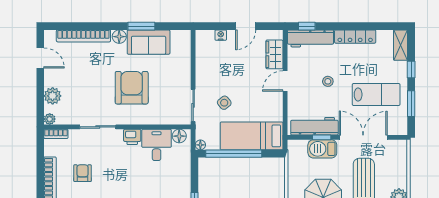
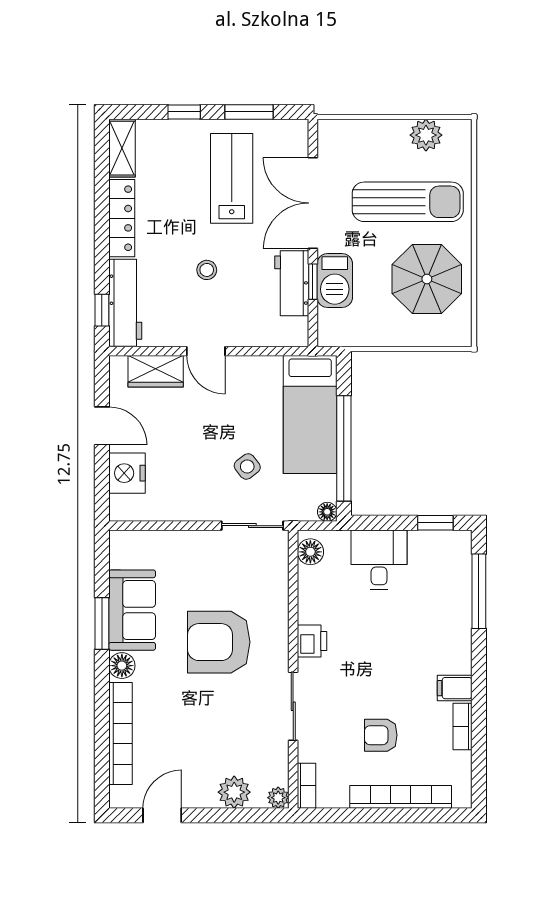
nightstand: (221, 35) -> (127, 473), width x1.89, depth x1.79
shelving: (401, 45) -> (122, 148), moved, turned 90
workbench: (314, 126) -> (292, 283), width x0.73
desk: (157, 145) -> (379, 560), moved, turned 90

